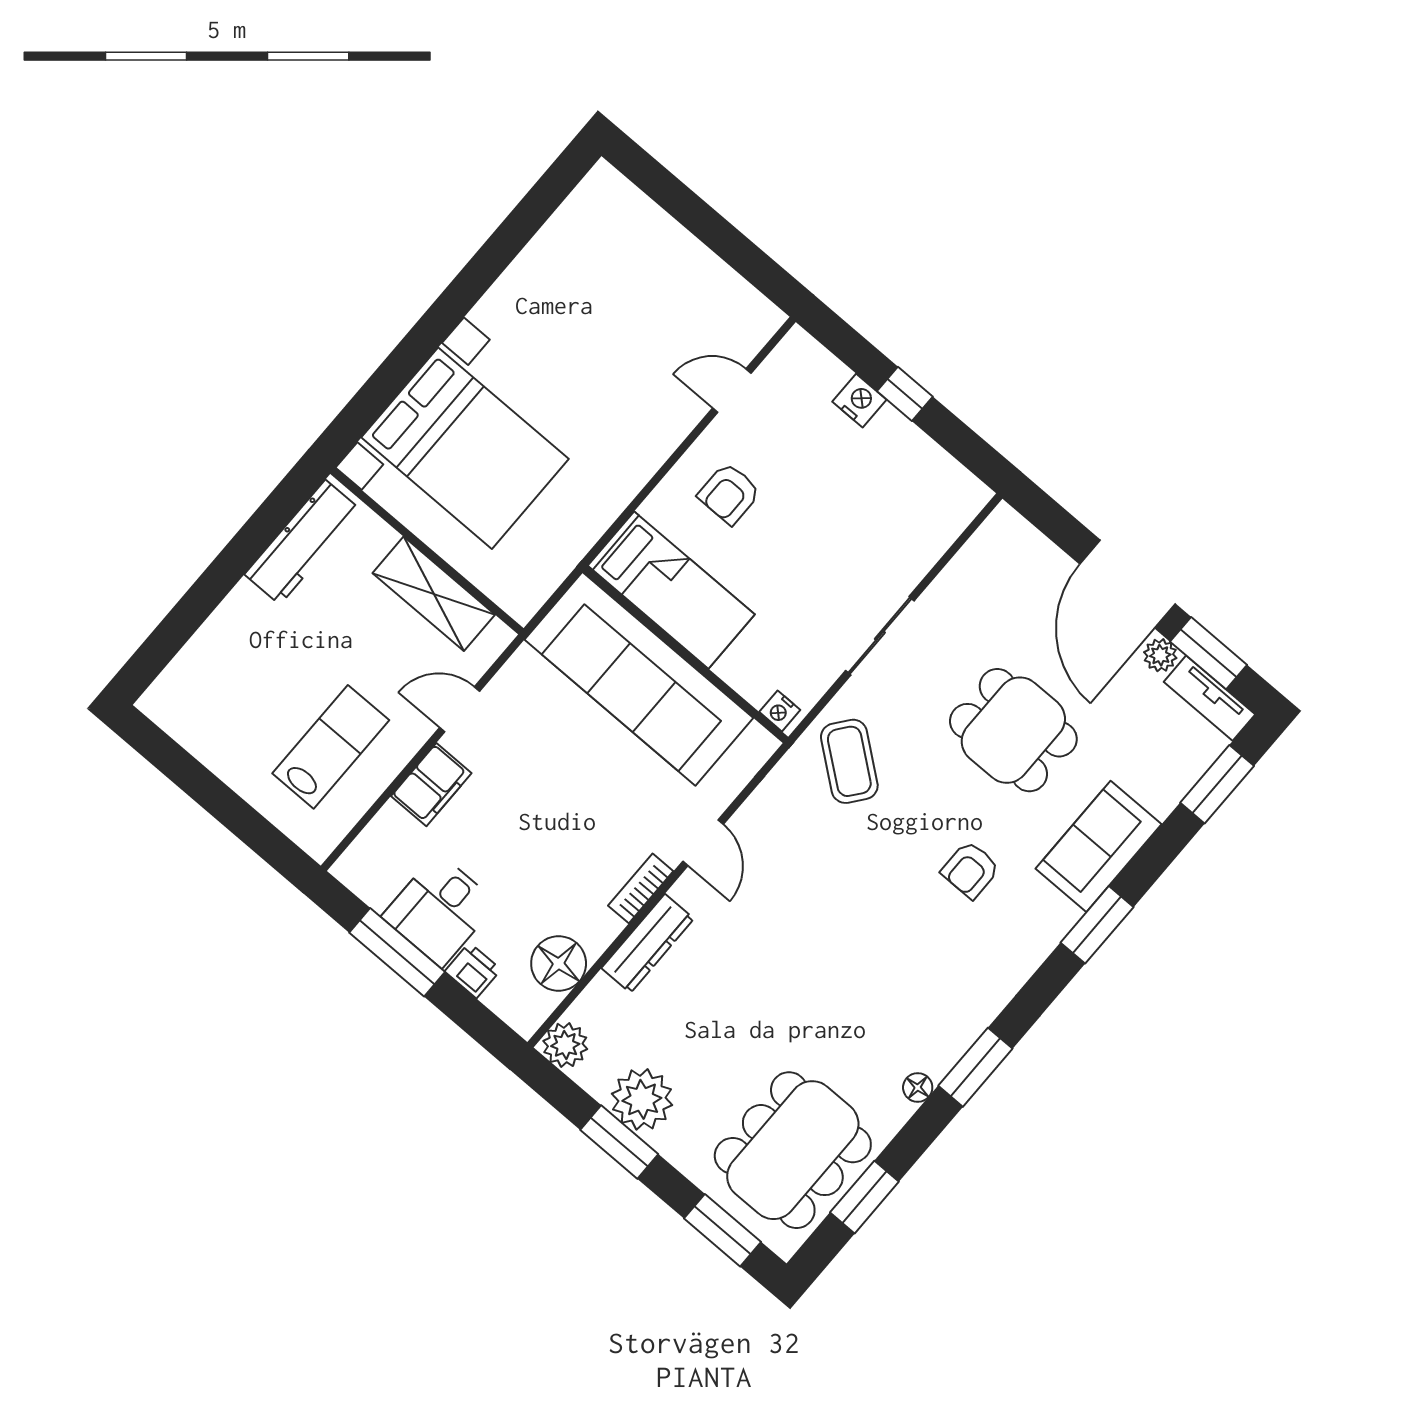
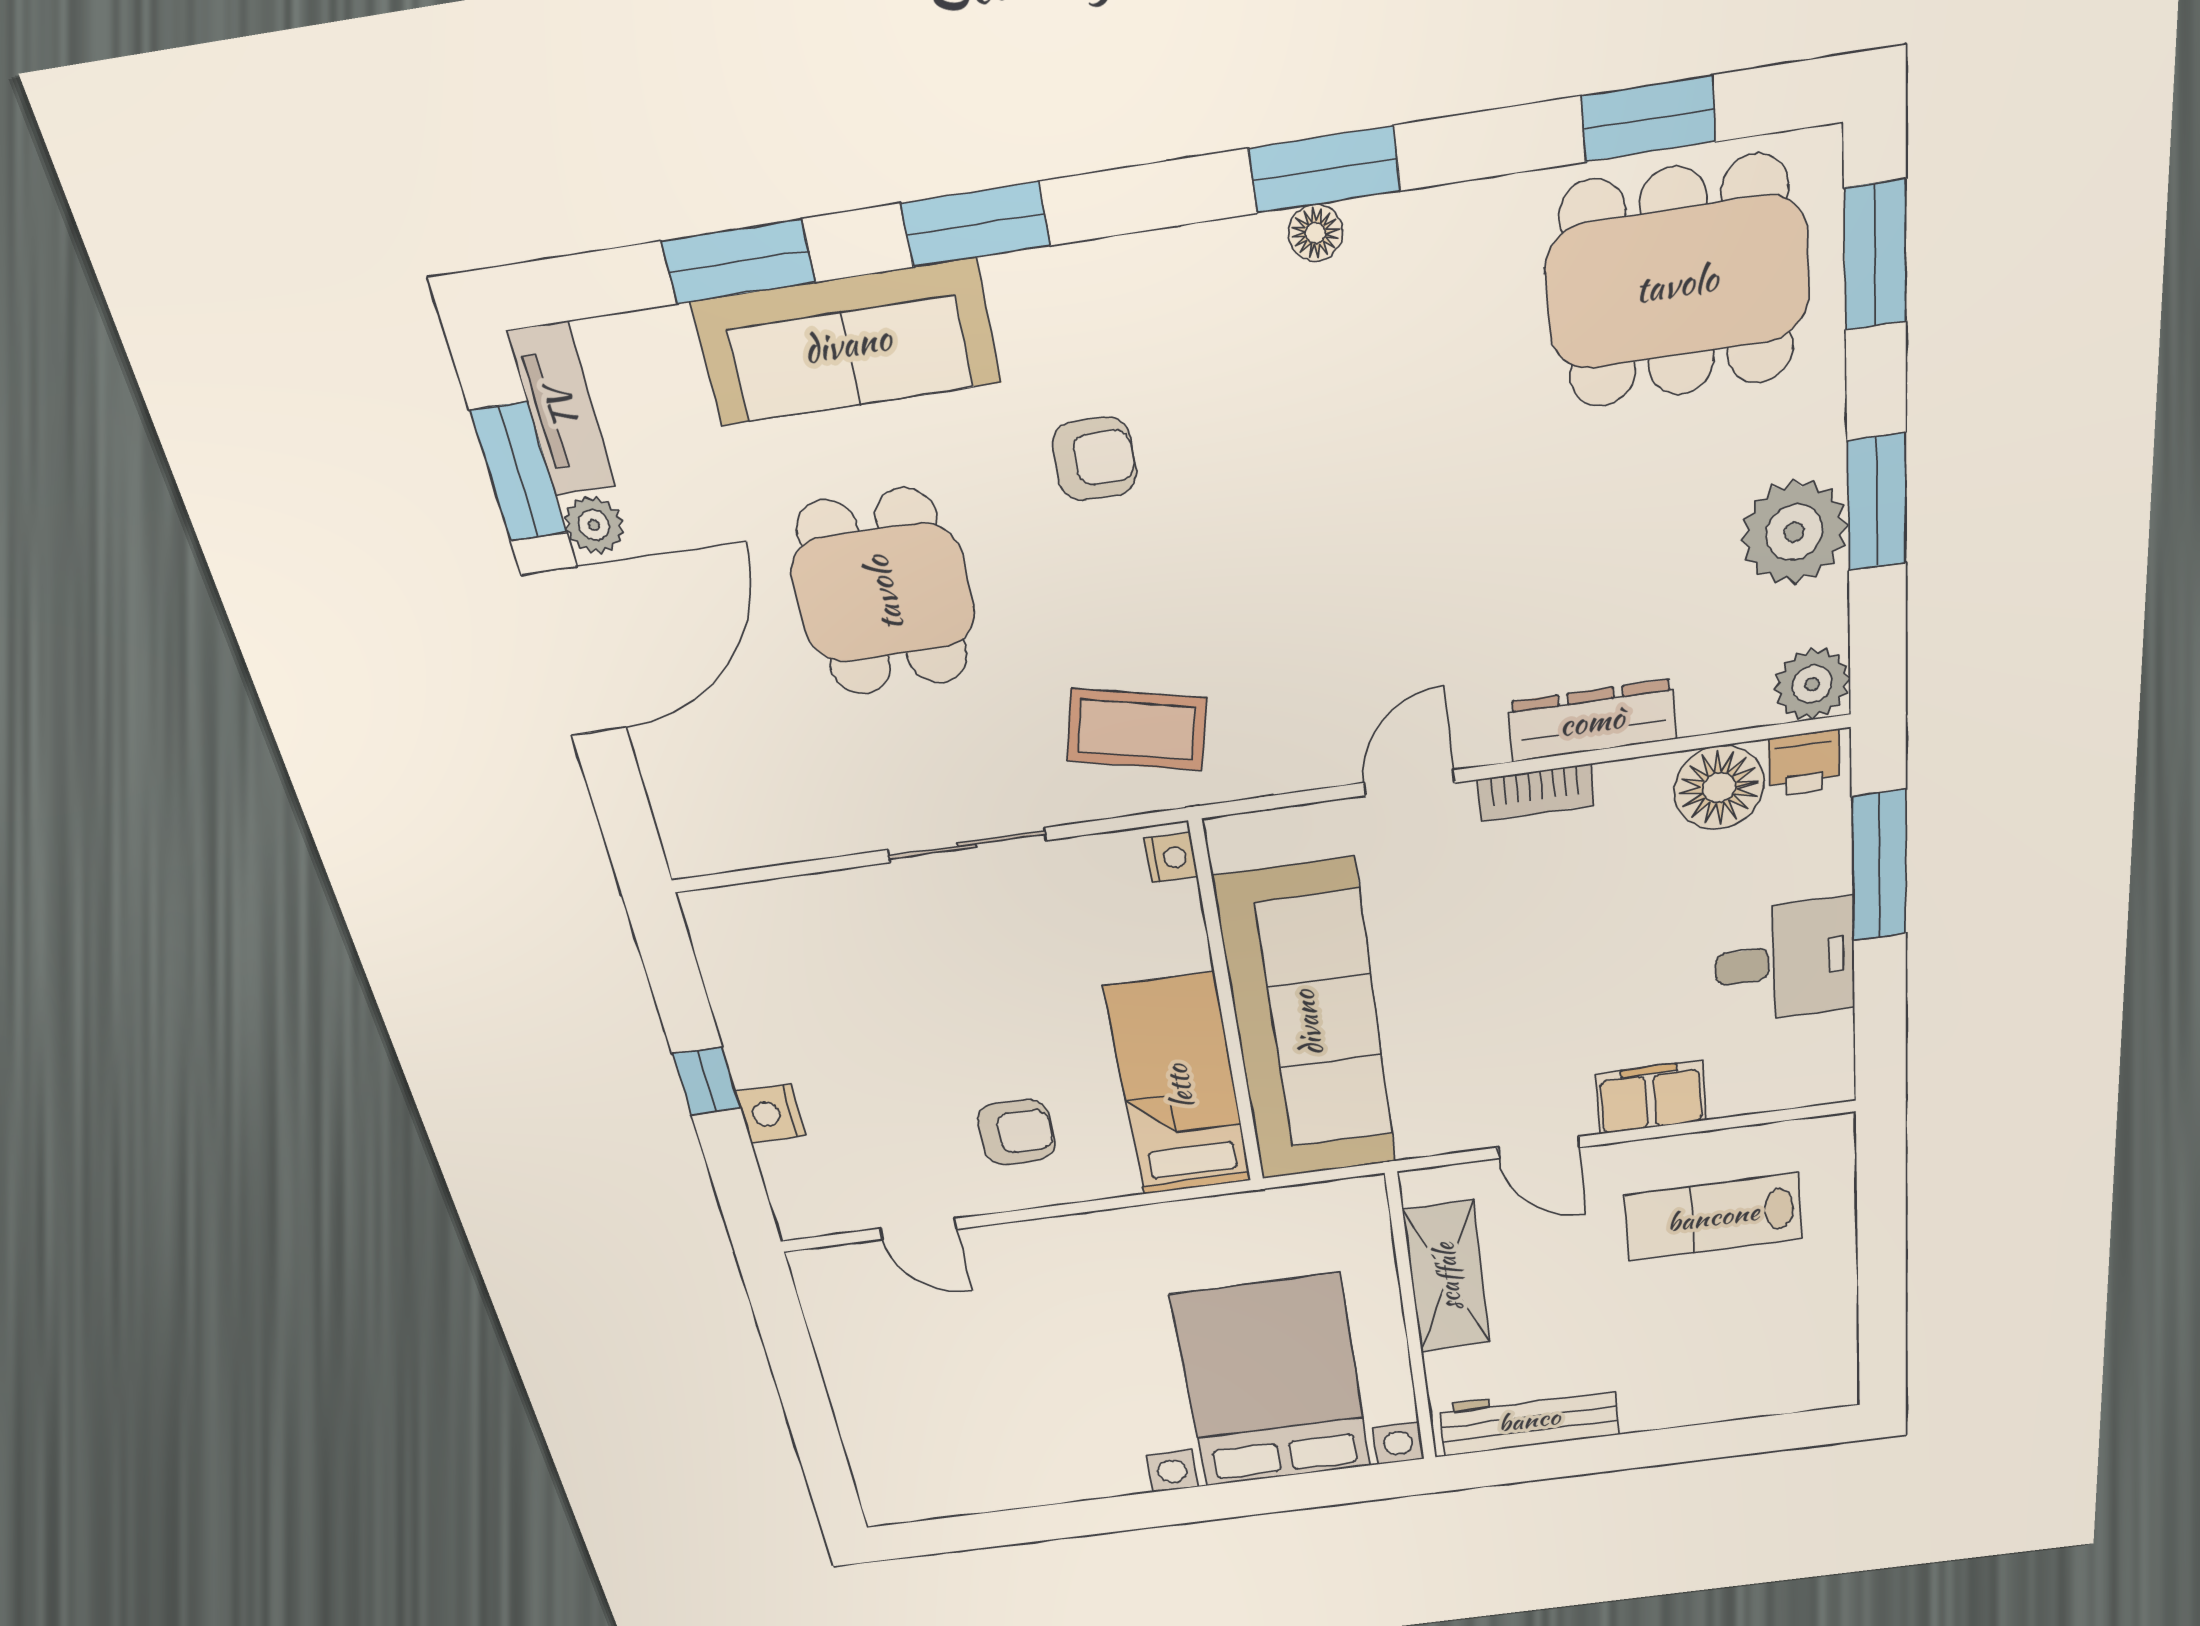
coffee table: (849, 761) -> (1137, 730), turned 65
window: (1217, 784) -> (739, 262), moved
sofa: (1099, 846) -> (847, 343), width x1.36
window: (397, 952) -> (1879, 866), moved
printer: (473, 970) -> (1804, 763), moved, turned -90
floor lamp: (918, 1087) -> (1316, 233), moved

